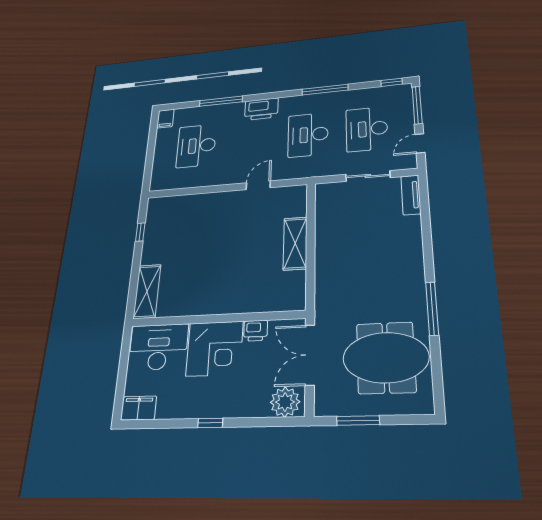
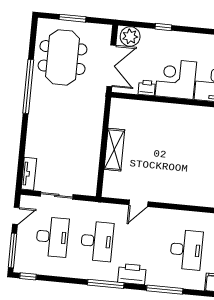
window: (325, 90) -> (106, 284), moved
window: (432, 308) -> (28, 86), width x1.46
meeting table: (386, 358) -> (62, 57), turned 90
window: (358, 420) -> (73, 18), moved
window: (210, 423) -> (163, 27), moved

